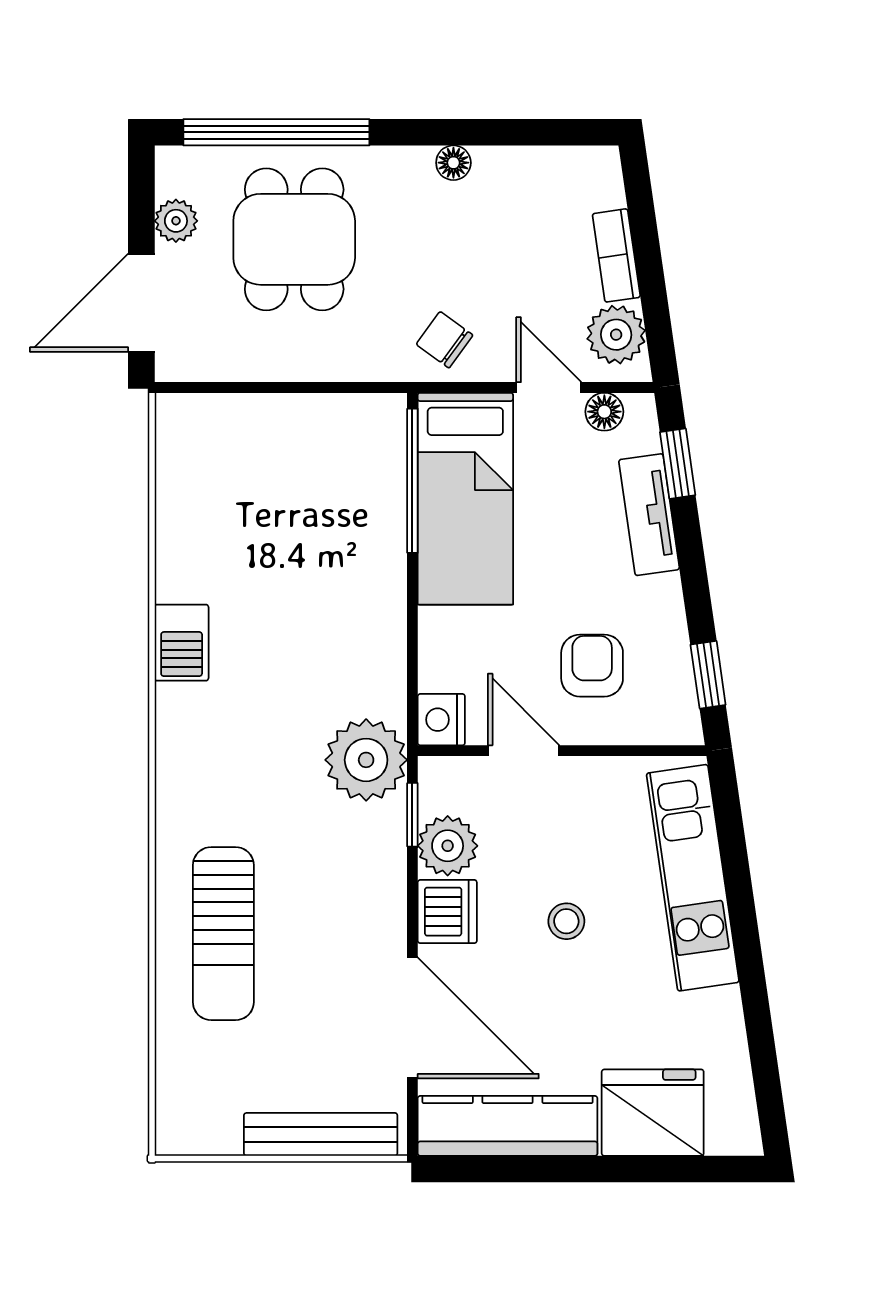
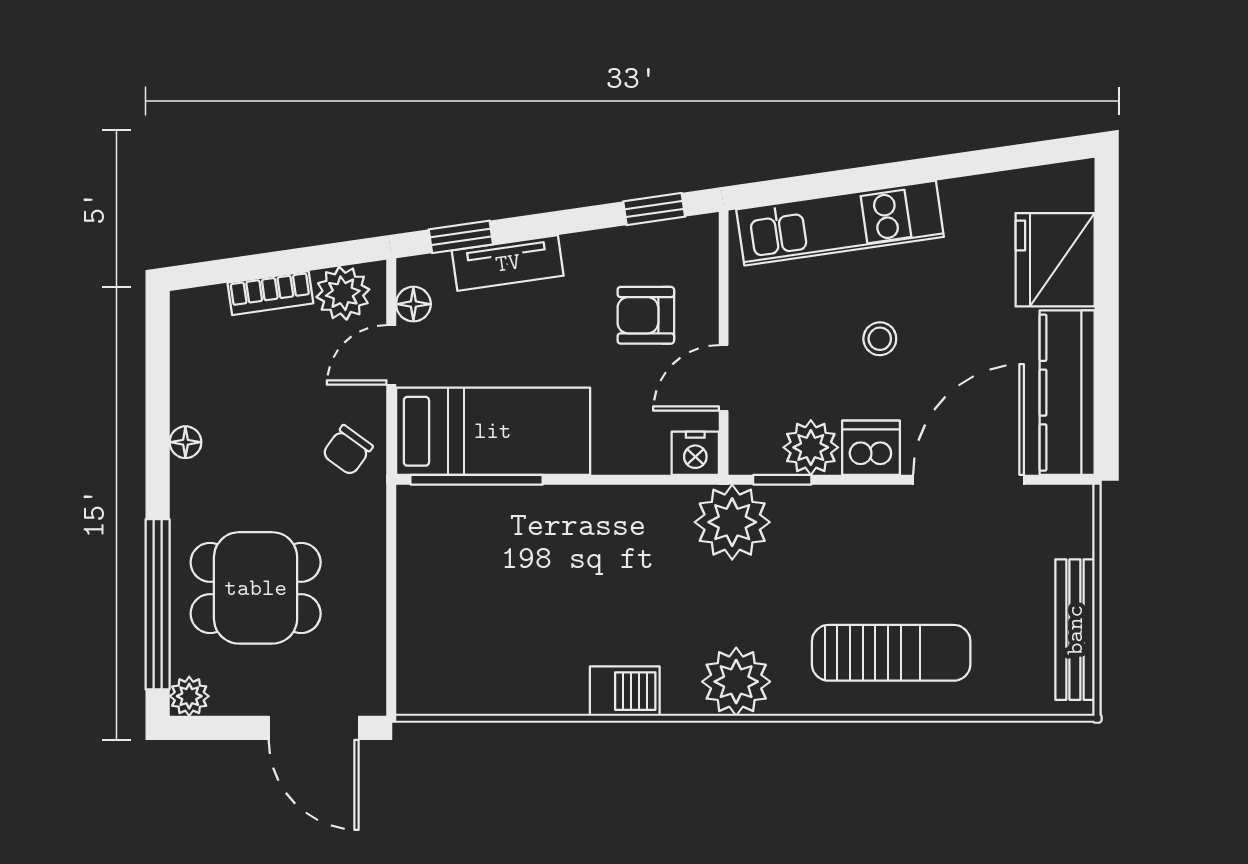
plant: (176, 221) -> (189, 696), moved
plant: (192, 764) -> (736, 682), added
bench: (321, 1134) -> (1075, 630), moved

